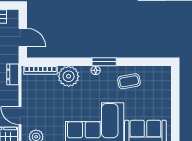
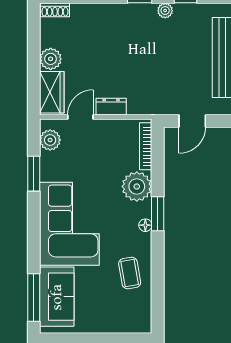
window: (104, 62) -> (158, 214), moved
dresser: (13, 74) -> (111, 107), moved

